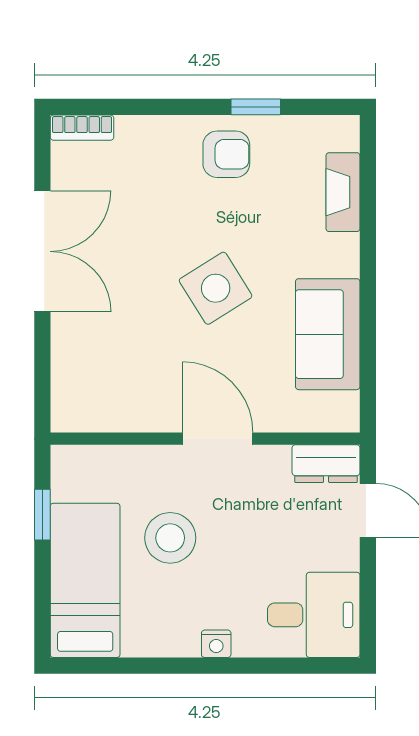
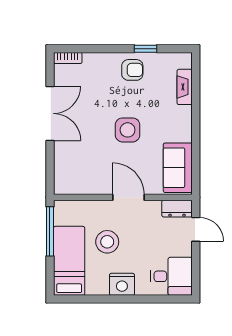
side table: (216, 288) -> (128, 130), turned 32
sofa: (328, 334) -> (178, 168), moved
window: (42, 515) -> (50, 231), width x2.17
nightstand: (216, 644) -> (122, 284), width x1.89, depth x1.79

